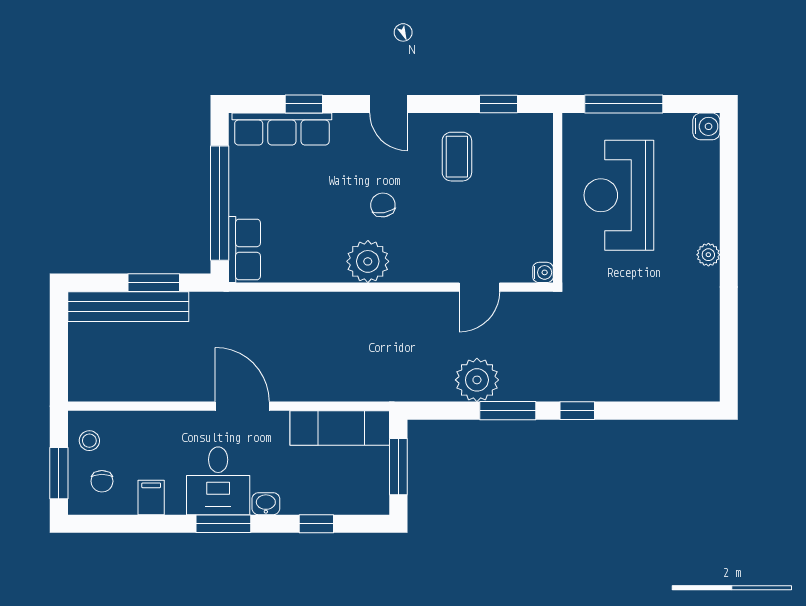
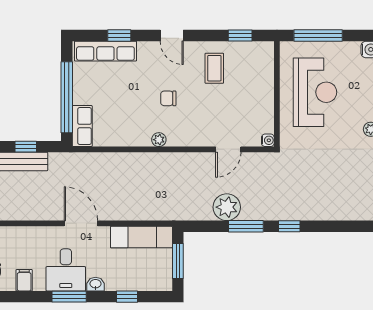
reception desk: (619, 195) -> (315, 92), turned 180
chair: (383, 205) -> (168, 98), turned -80
plant: (368, 261) -> (159, 140), width x0.53, depth x0.53
window: (154, 283) -> (26, 147), width x0.67

